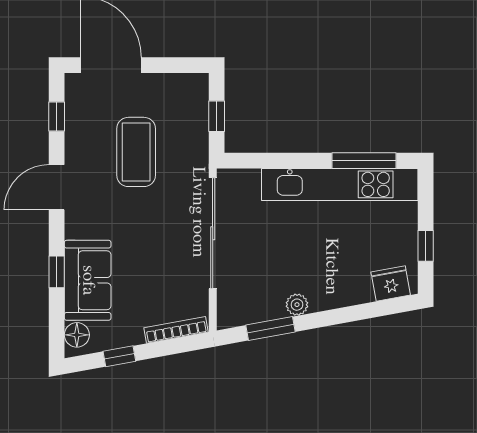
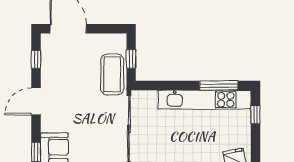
coffee table: (136, 152) -> (112, 74), moved
window: (426, 246) -> (255, 114), moved

